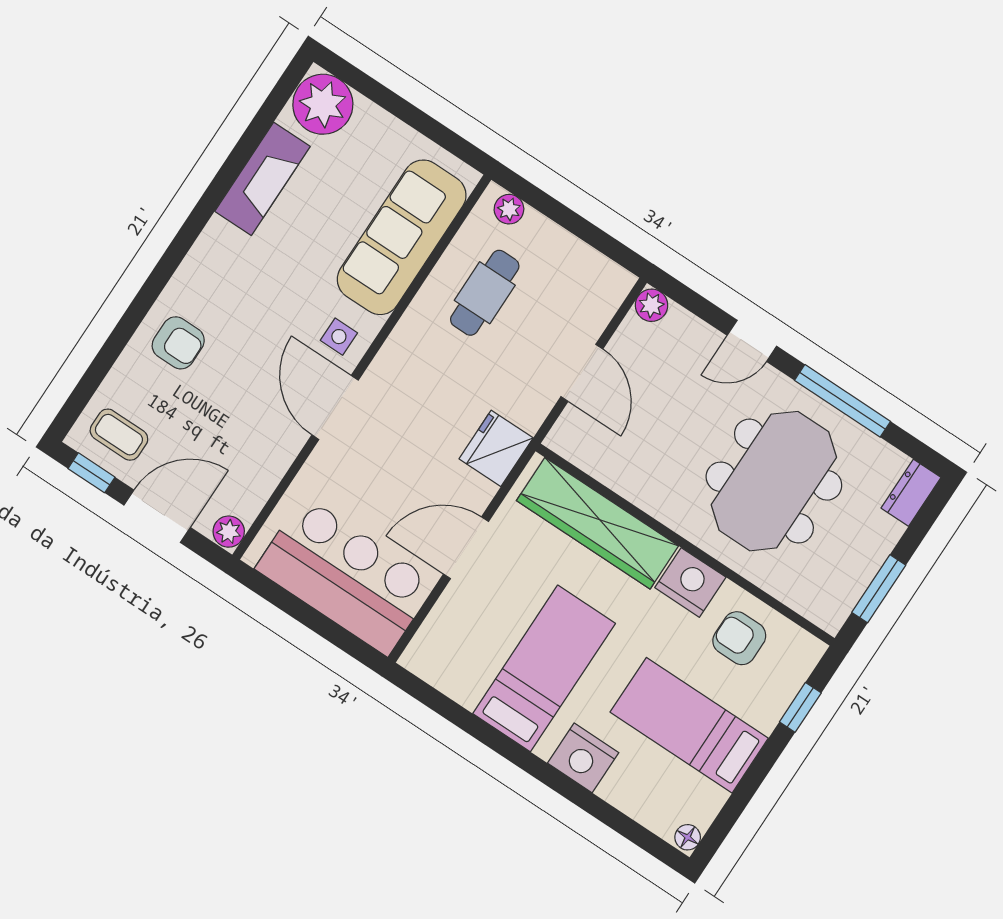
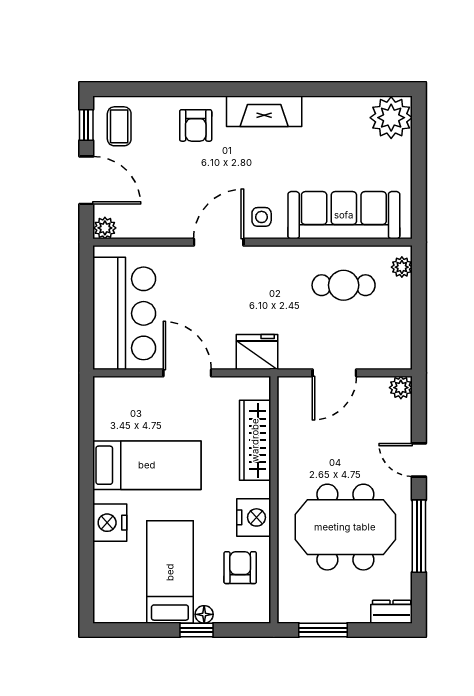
fireplace: (263, 179) -> (264, 111), moved
wardrobe: (598, 523) -> (255, 440), width x0.71, depth x0.85
window: (800, 707) -> (197, 630), moved
floor lamp: (688, 837) -> (204, 614), moved

